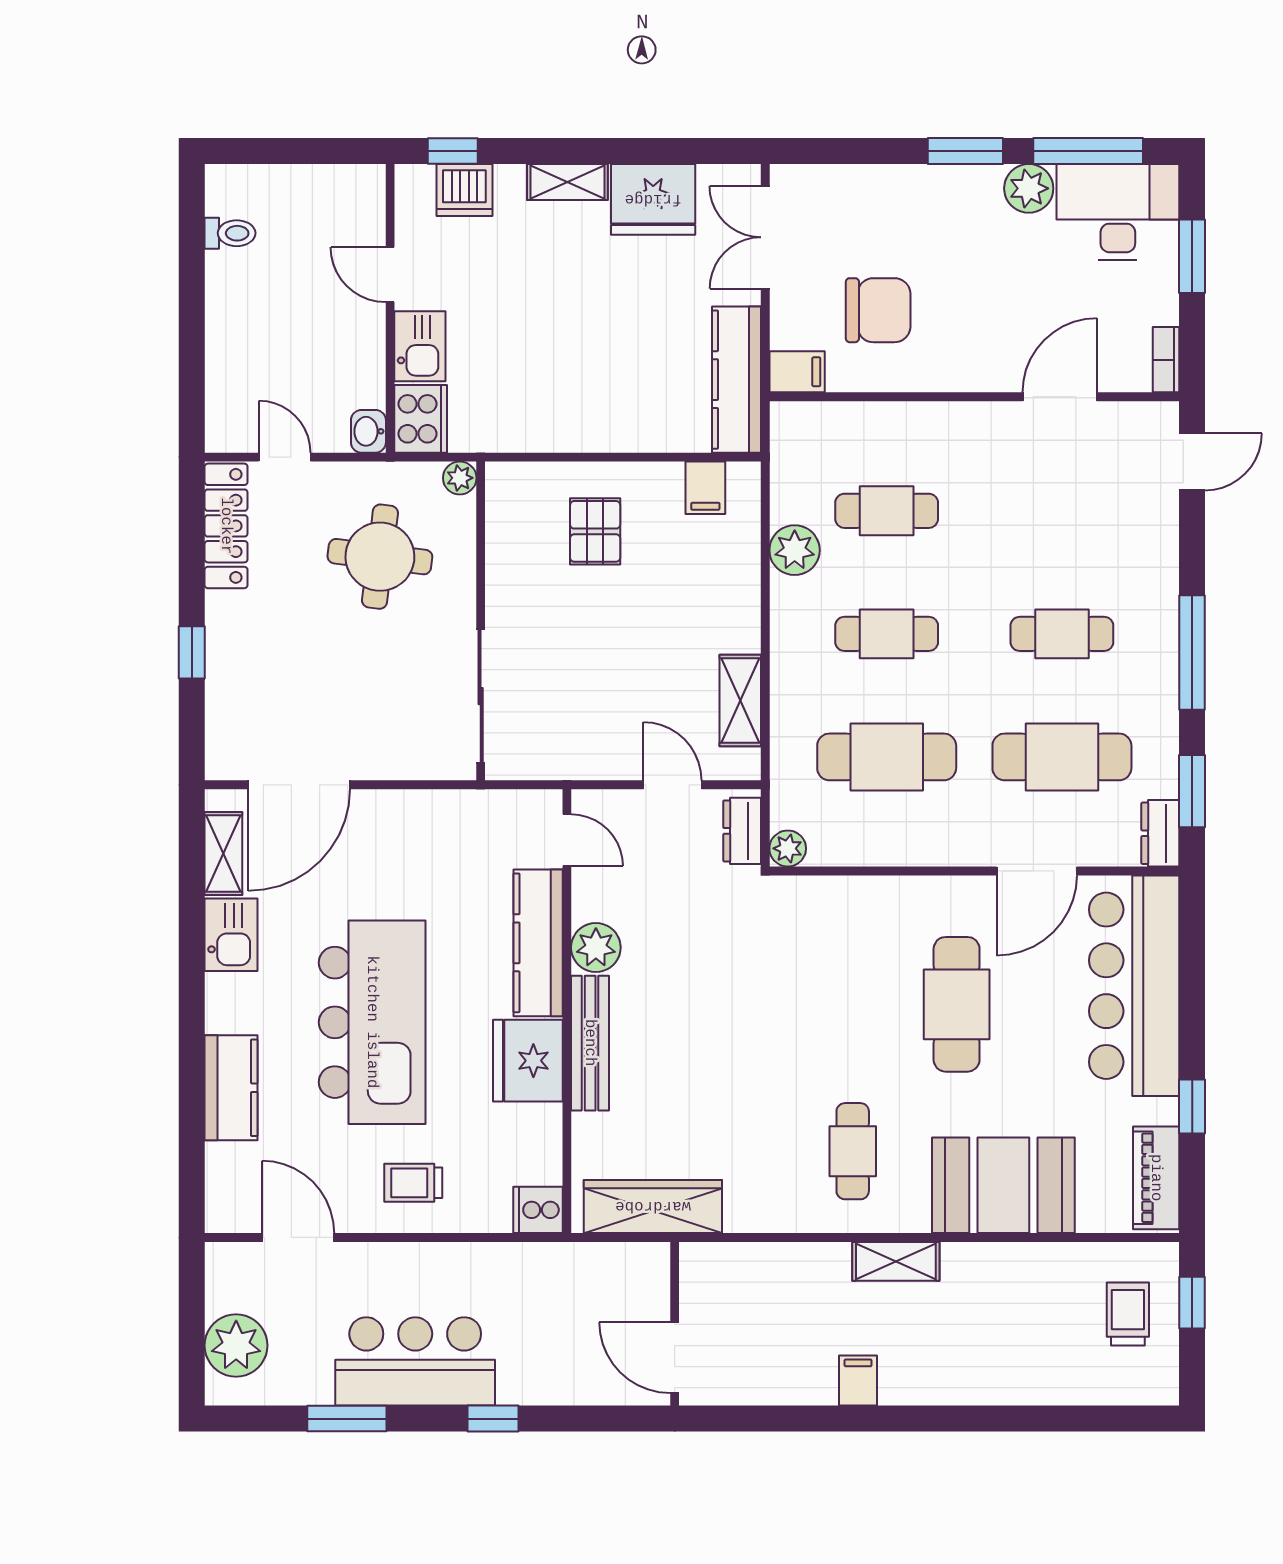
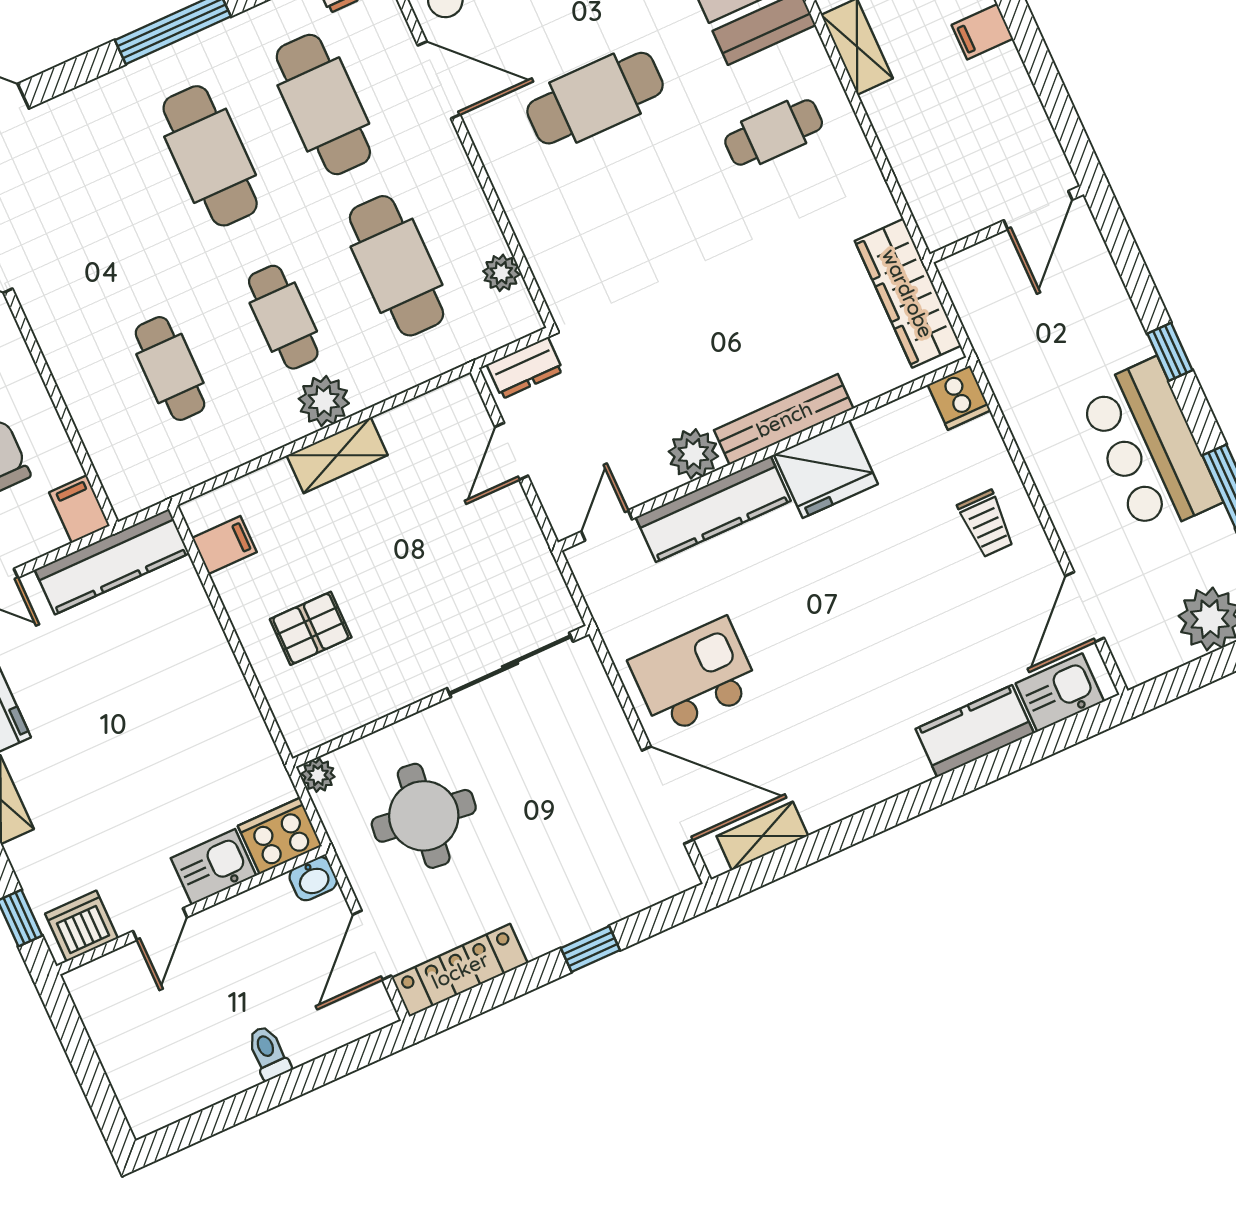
dishwasher: (464, 190) -> (81, 926), moved, turned -90
toilet: (230, 233) -> (268, 1053), moved
door: (285, 457) -> (372, 945), width x1.38
plant: (795, 550) -> (324, 401), moved
cafe table: (1062, 634) -> (210, 156), width x1.37, depth x1.35
shelving: (740, 701) -> (337, 455), moved
plant: (788, 848) -> (501, 273), moved
kitchen sink: (231, 935) -> (1060, 693), moved
kitchen island: (372, 1022) -> (694, 676), moved, width x0.54, depth x0.78

